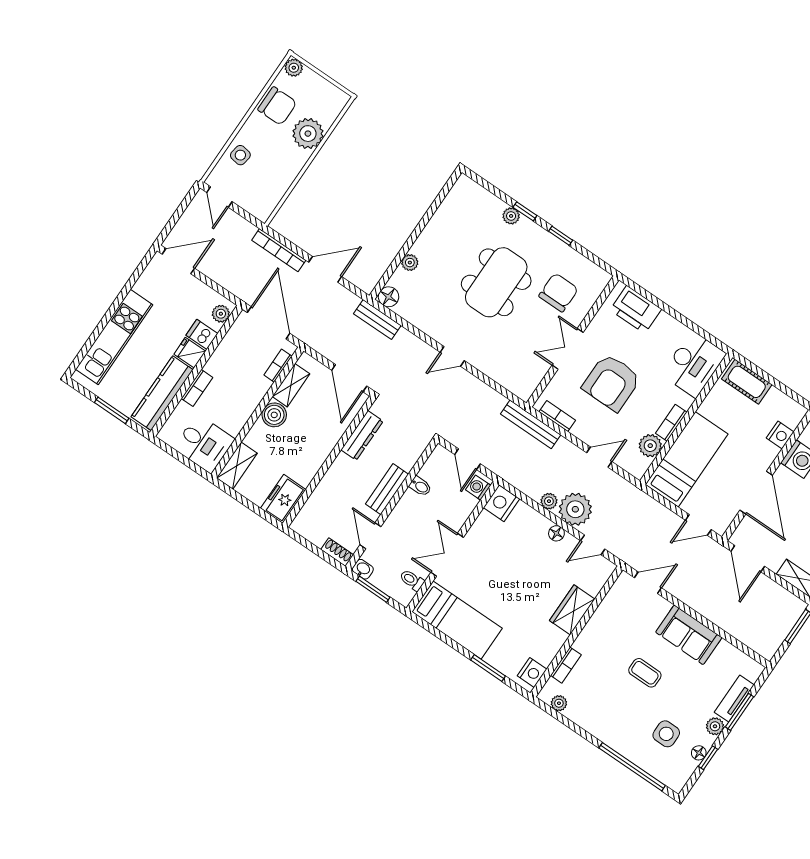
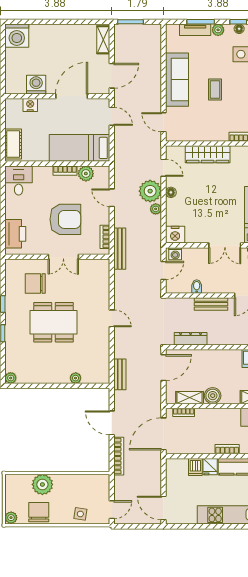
plant: (511, 216) -> (11, 378), moved
floor lamp: (389, 297) -> (103, 377), removed
plant: (221, 314) -> (177, 464), removed
desk: (694, 364) -> (19, 180), width x0.73
wardrobe: (572, 610) -> (208, 154), width x1.50
sofa: (689, 635) -> (177, 80), width x1.36

